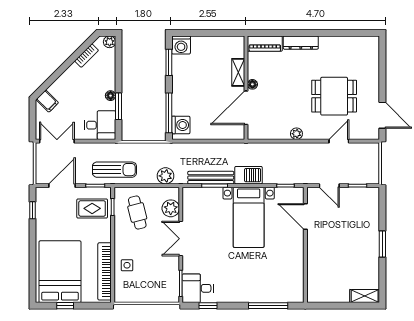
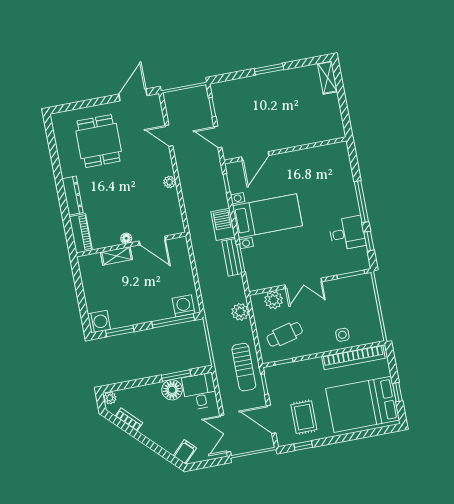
floor lamp: (111, 96) -> (172, 390), width x1.89, depth x1.89
dining table: (334, 96) -> (99, 141), moved
door: (246, 108) -> (152, 240), width x0.73
sun lounger: (114, 170) -> (244, 367), turned 180
bench: (211, 178) -> (232, 257), width x0.73
door: (329, 186) -> (218, 137), swing flipped
rug: (92, 208) -> (304, 417), moved
desk: (198, 288) -> (347, 233), moved, turned -90
window: (268, 306) -> (361, 202), moved

